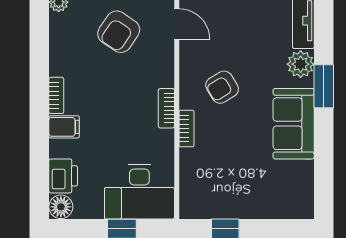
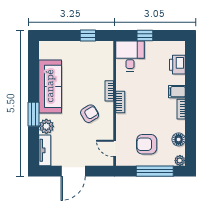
armchair: (119, 32) -> (147, 144), turned -124
sofa: (294, 124) -> (50, 86), width x1.36
desk: (139, 192) -> (130, 56), width x0.73
floor lamp: (61, 207) -> (179, 139), moved

